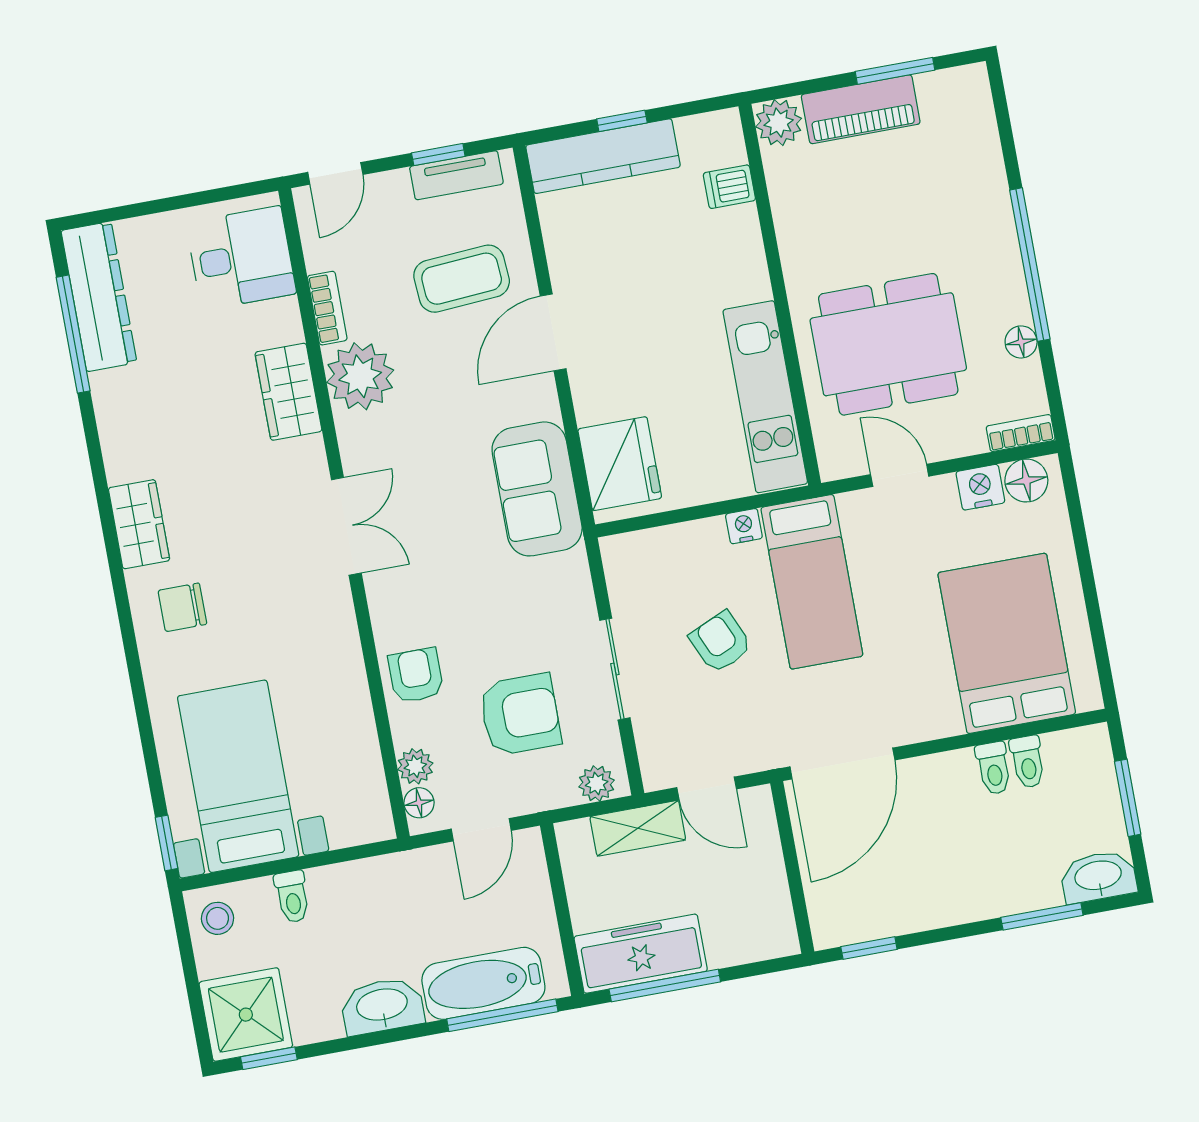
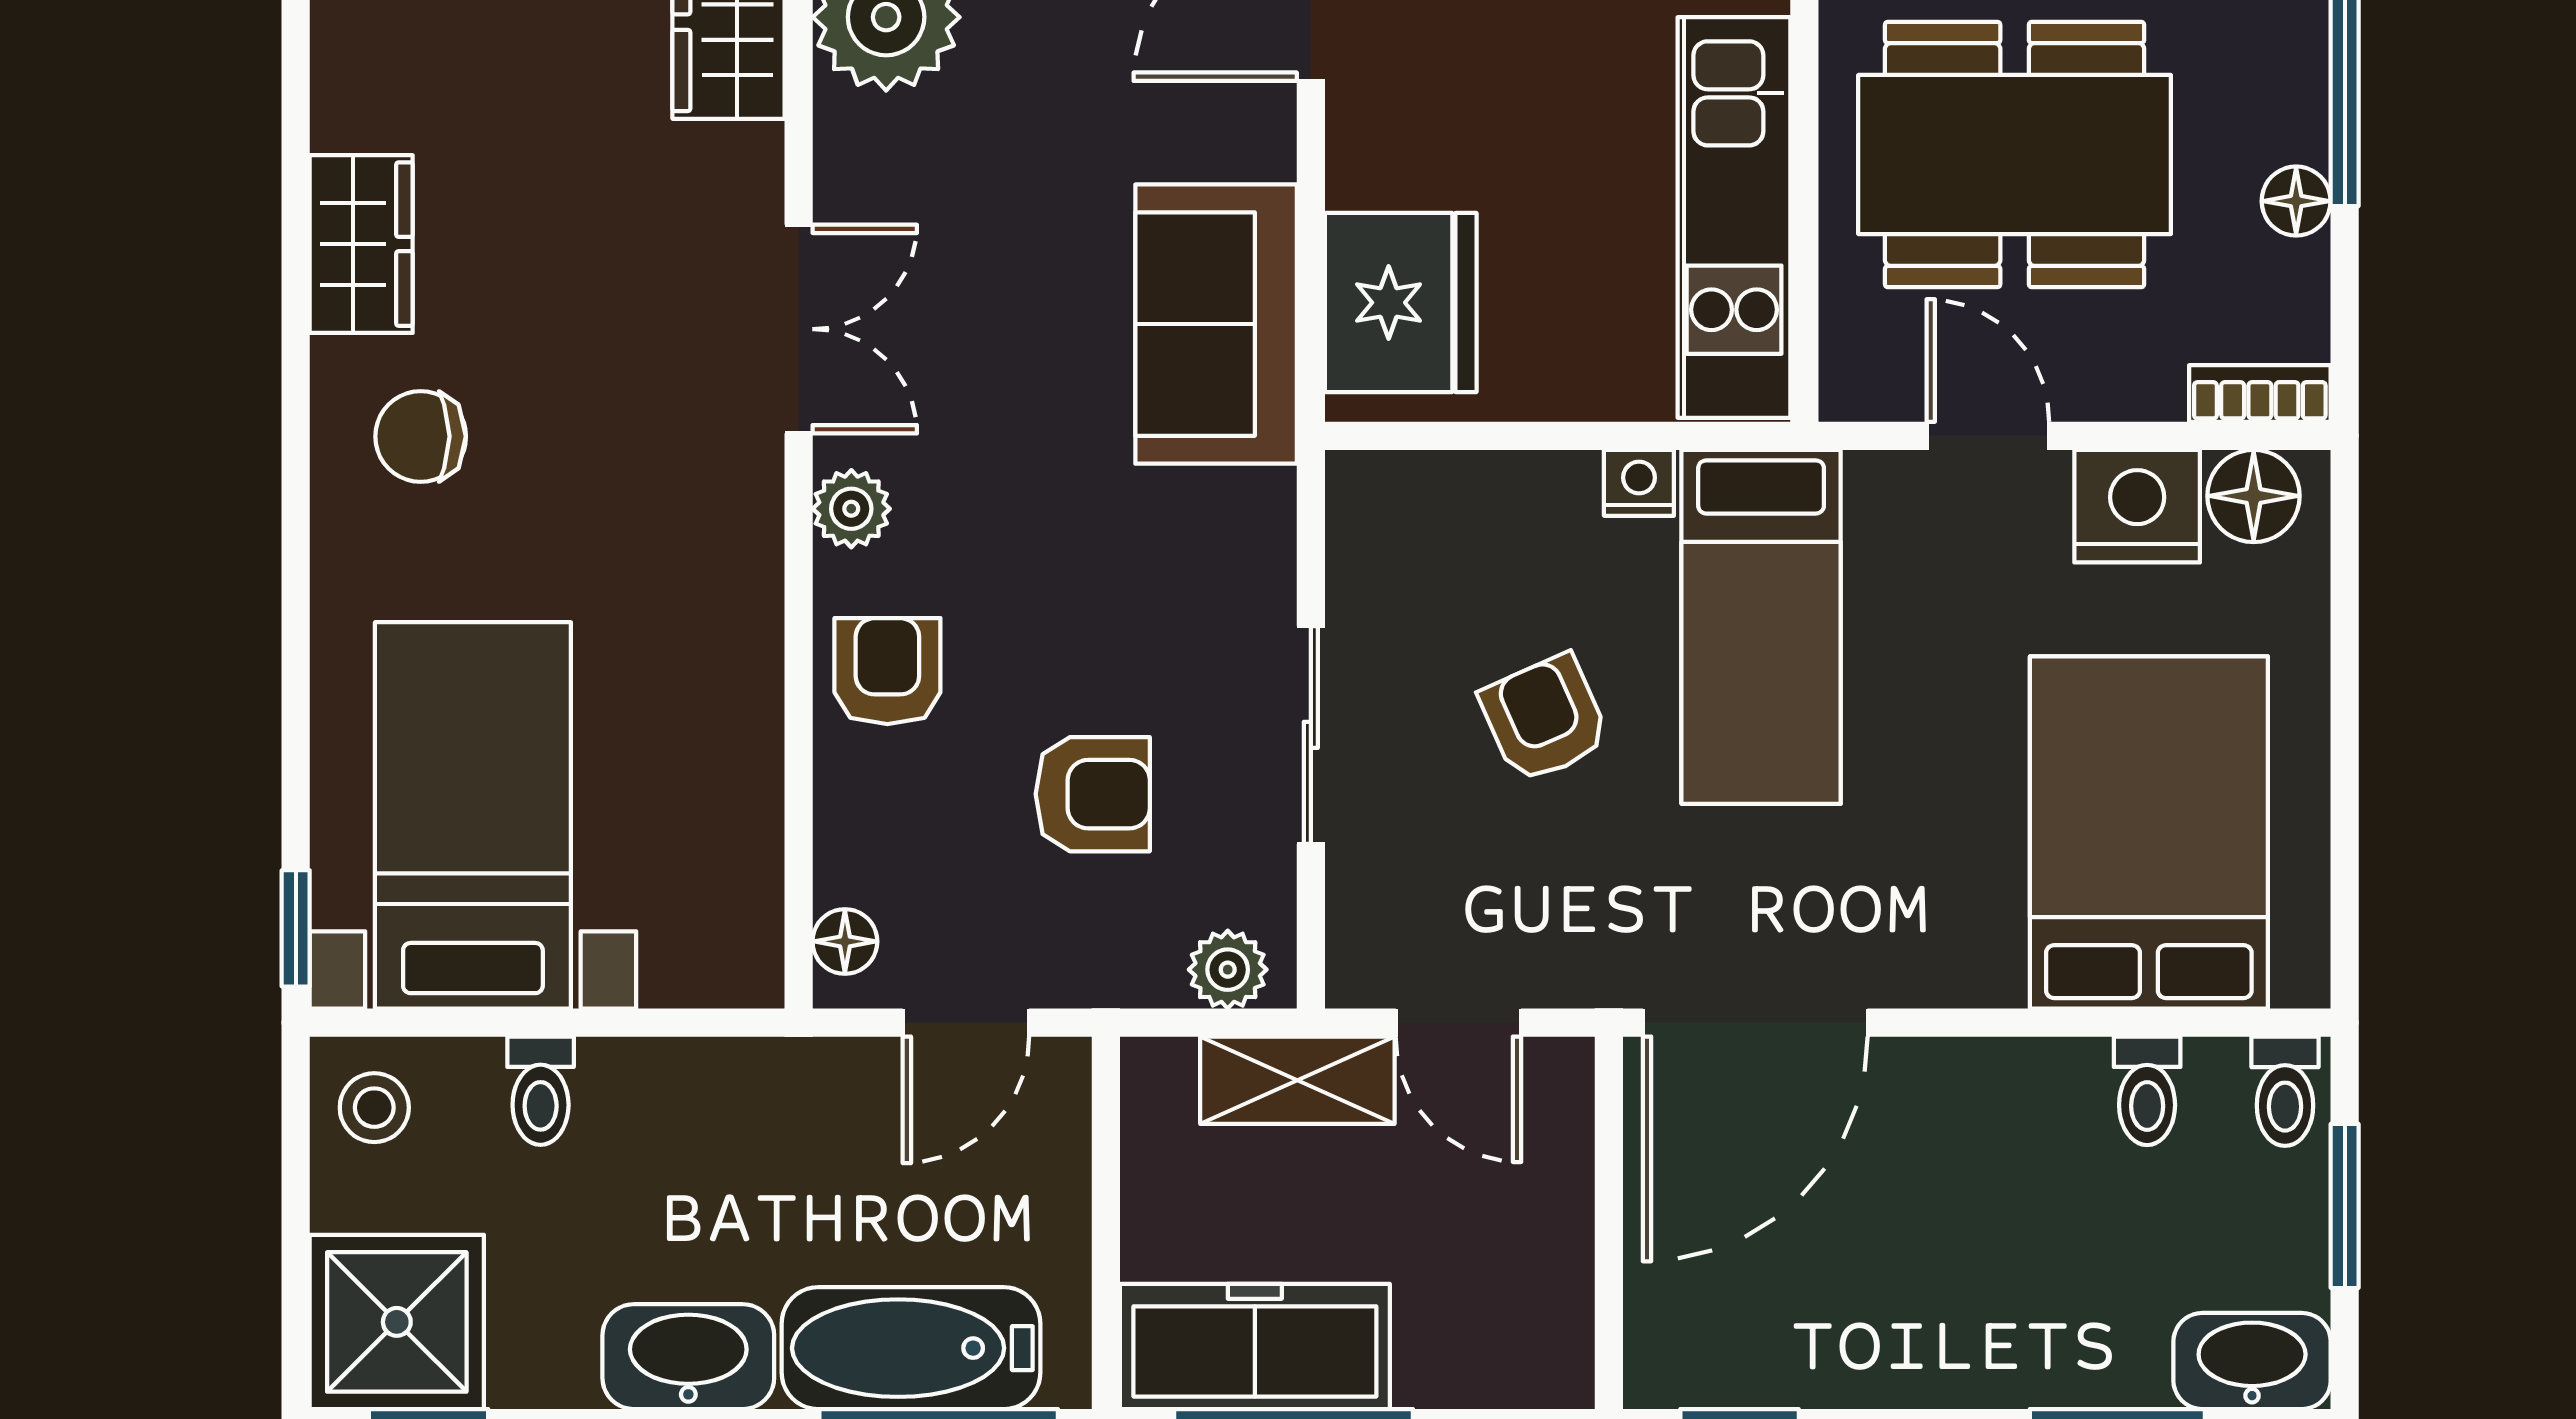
nightstand: (980, 487) -> (2137, 506), width x1.36, depth x1.33
armchair: (520, 715) -> (1093, 794), width x0.72, depth x0.72
plant: (415, 766) -> (851, 509), moved
toilet: (994, 768) -> (2285, 1091), moved

